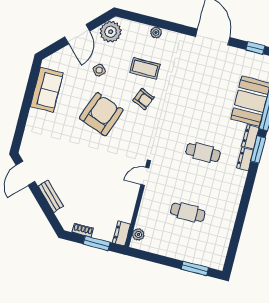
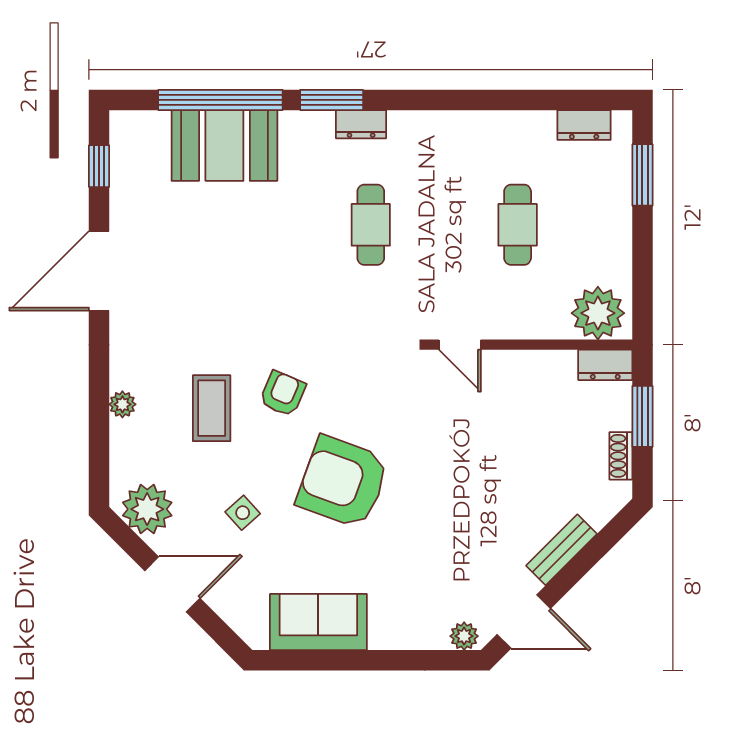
dresser: (250, 137) -> (584, 125), moved
plant: (26, 147) -> (464, 636), added
plant: (138, 235) -> (598, 313), width x1.88, depth x1.88

